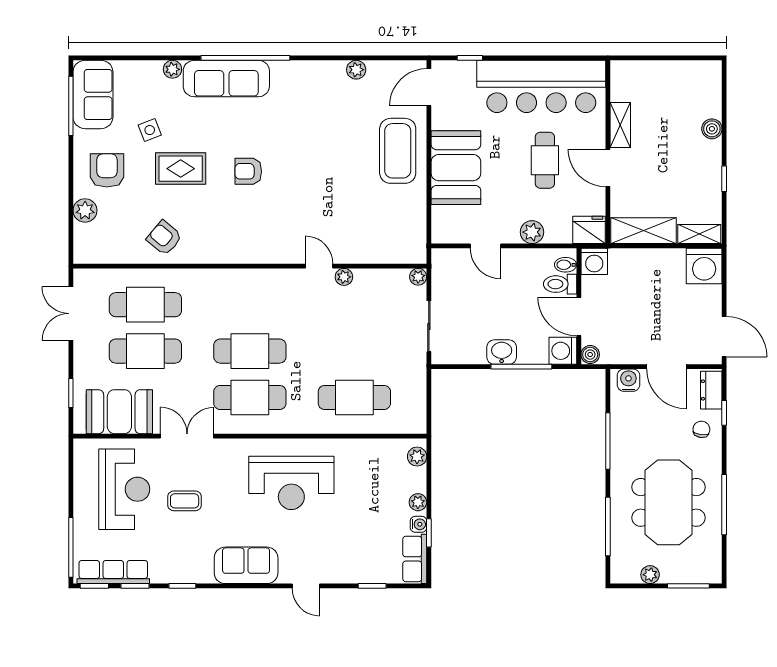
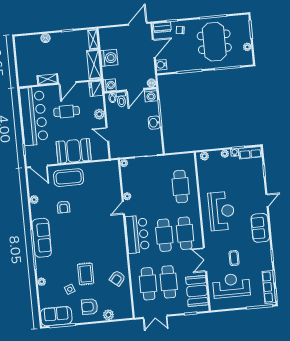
sofa: (226, 79) -> (42, 238), moved
armchair: (248, 171) -> (64, 207), moved
door: (486, 246) -> (107, 134), swing flipped
washing machine: (704, 266) -> (109, 58), moved
bar counter: (258, 291) -> (137, 234), added
meeting table: (669, 502) -> (214, 42), turned 90

